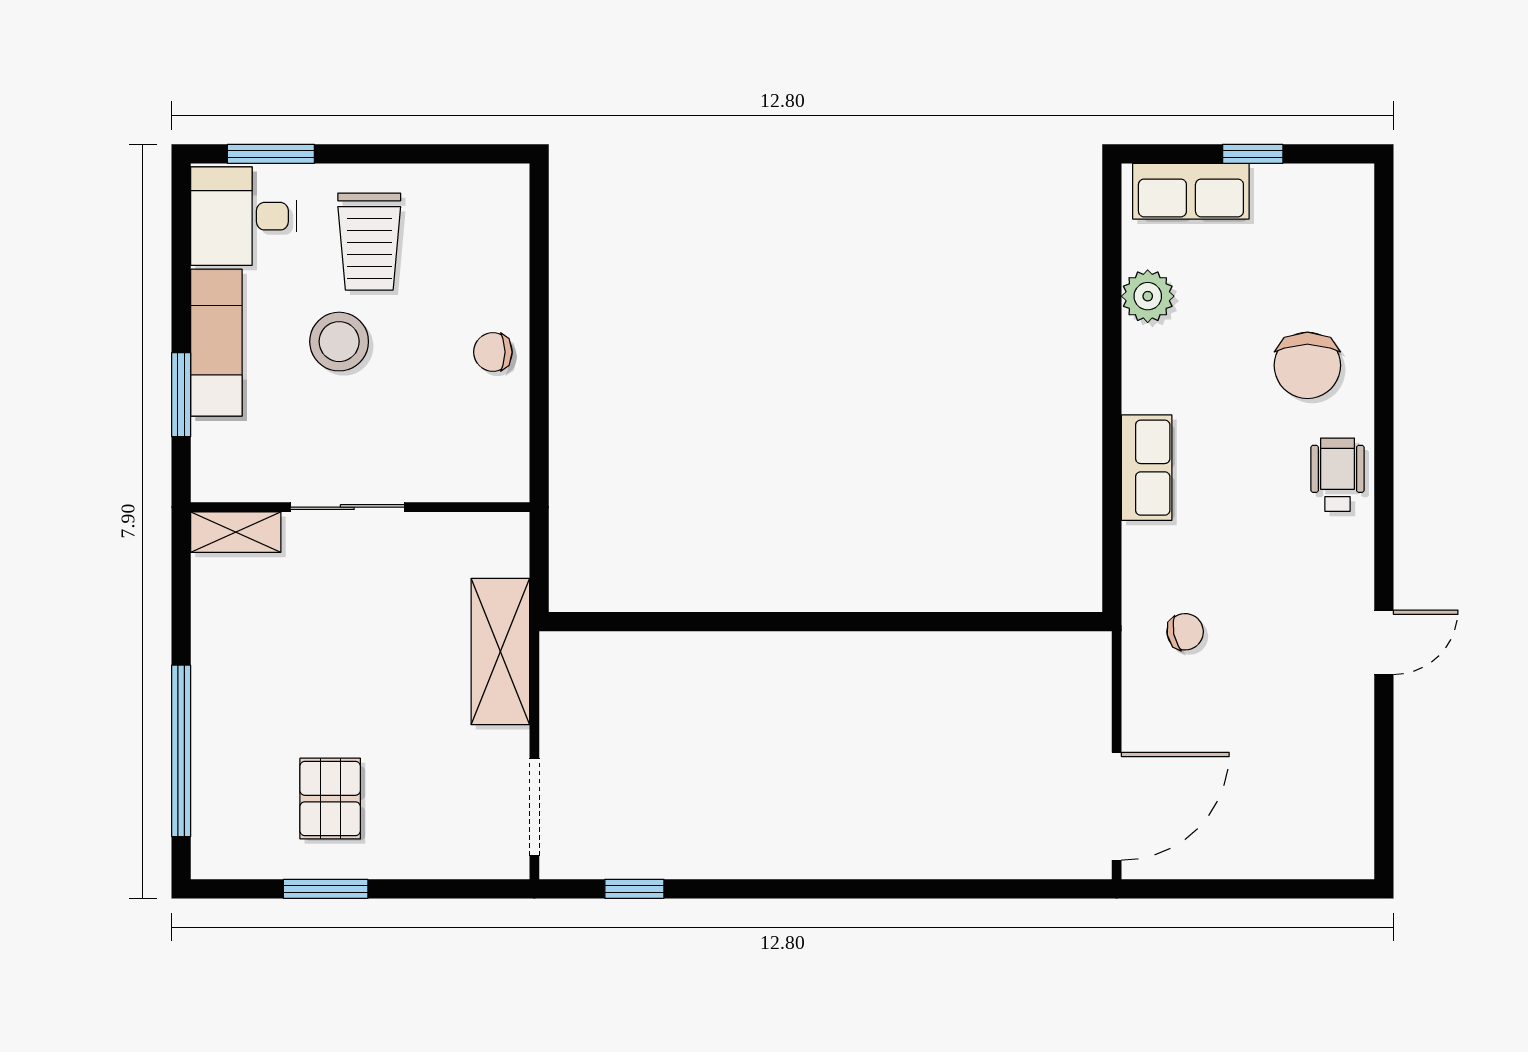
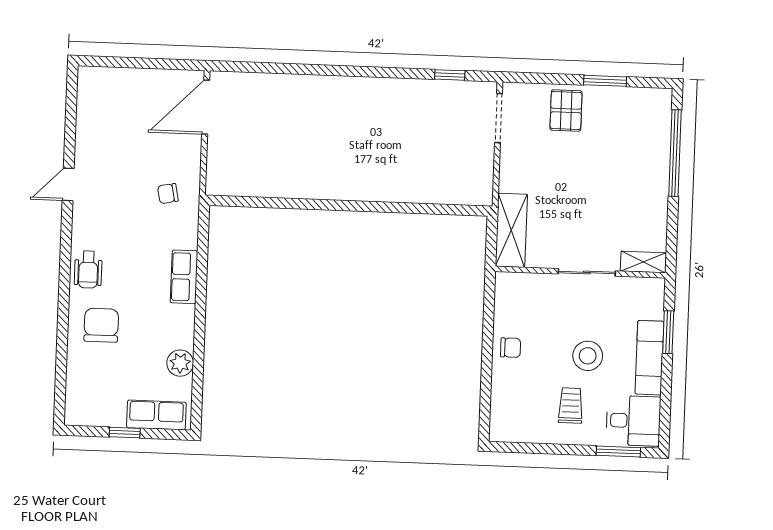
trolley: (369, 242) -> (571, 406), width x0.73, depth x0.72
shelving: (500, 652) -> (511, 230), moved
pallet: (330, 799) -> (566, 110), moved

